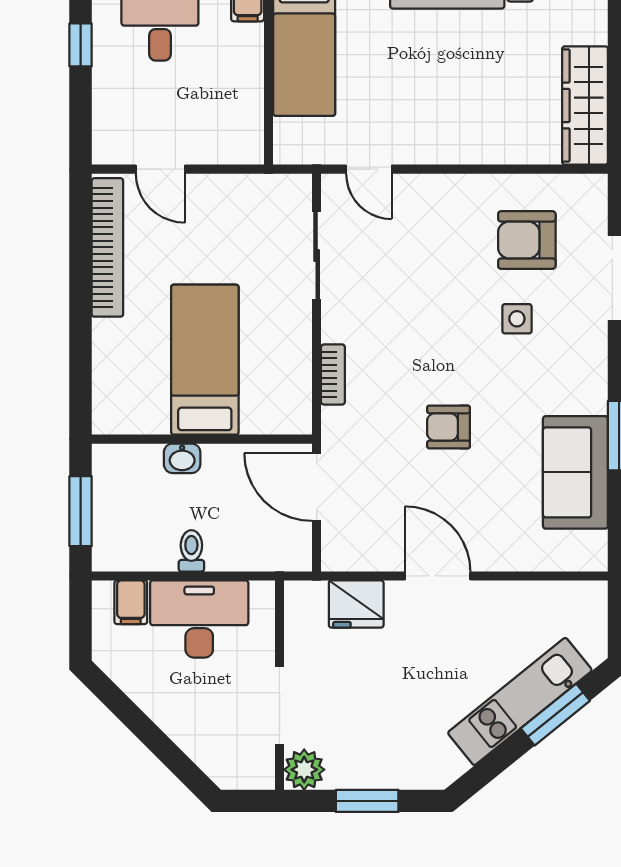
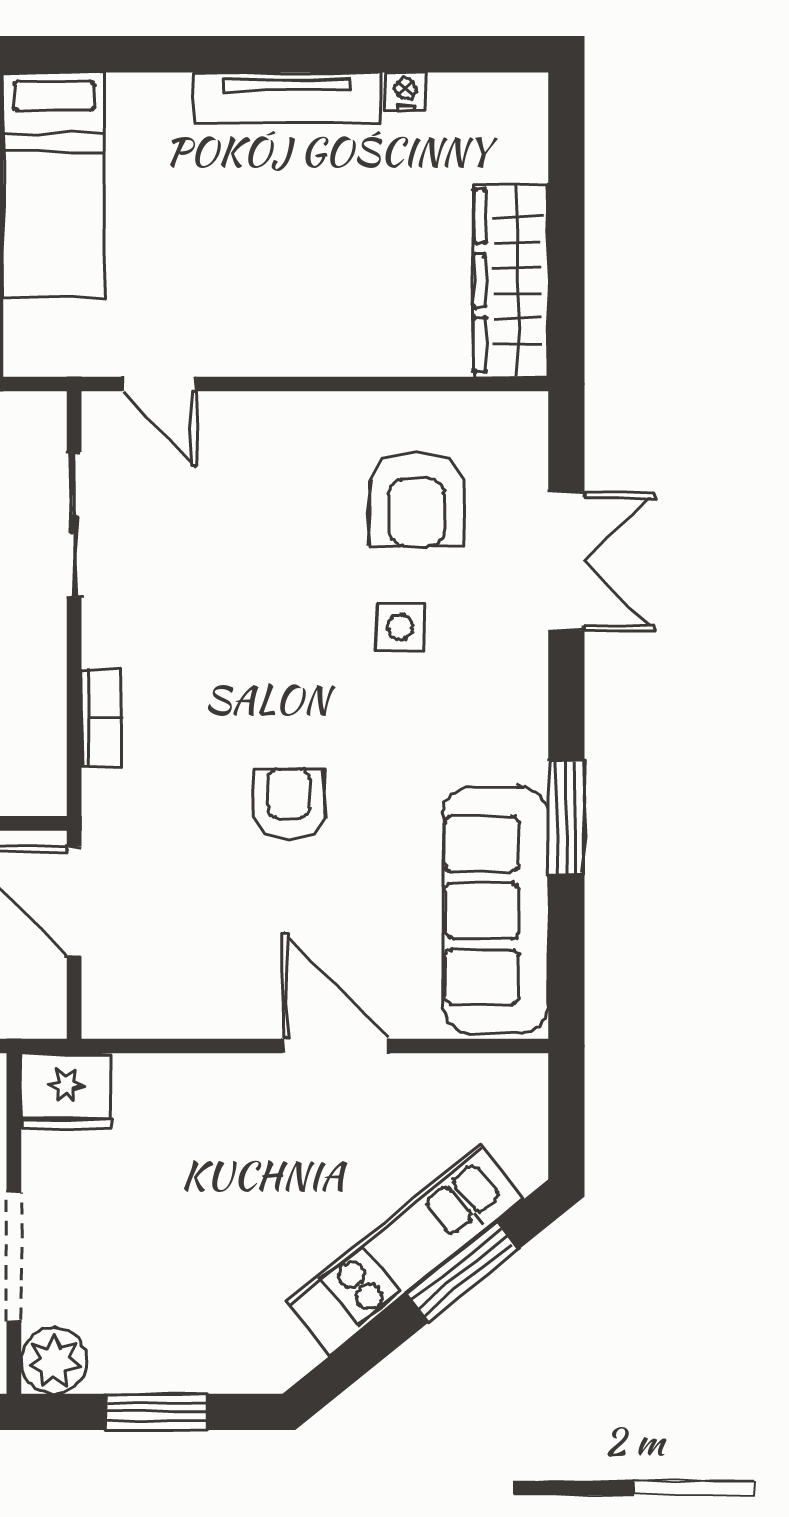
armchair: (527, 240) -> (416, 499), turned -90
armchair: (449, 427) -> (289, 804), turned 90
sofa: (575, 472) -> (495, 910), width x1.36
door: (438, 576) -> (336, 1046), moved
fridge: (356, 604) -> (66, 1092), moved

